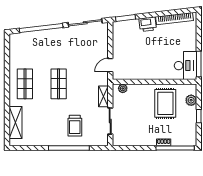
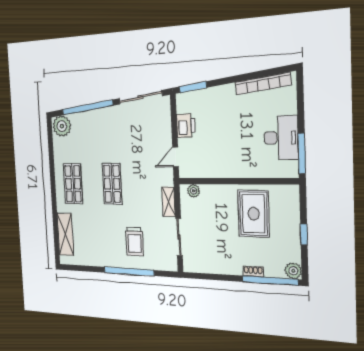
printer: (148, 24) -> (186, 126), moved, turned -83
plant: (18, 41) -> (62, 126), added
desk: (185, 66) -> (281, 138), moved
plant: (191, 100) -> (293, 271), moved

